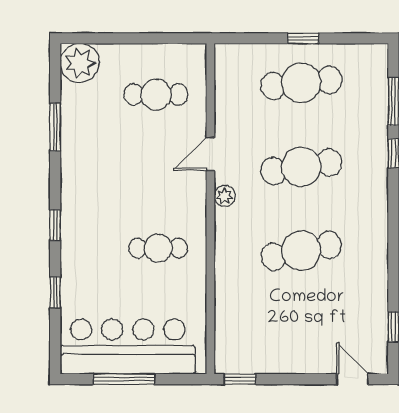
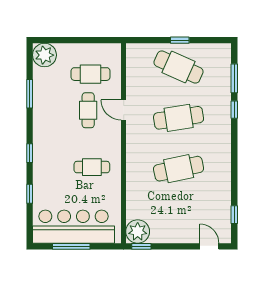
cafe table: (301, 83) -> (179, 67), turned 30
cafe table: (152, 154) -> (88, 110), added
door: (210, 154) -> (124, 110), hinge flipped
plant: (225, 196) -> (138, 231), moved, width x1.87, depth x1.87

